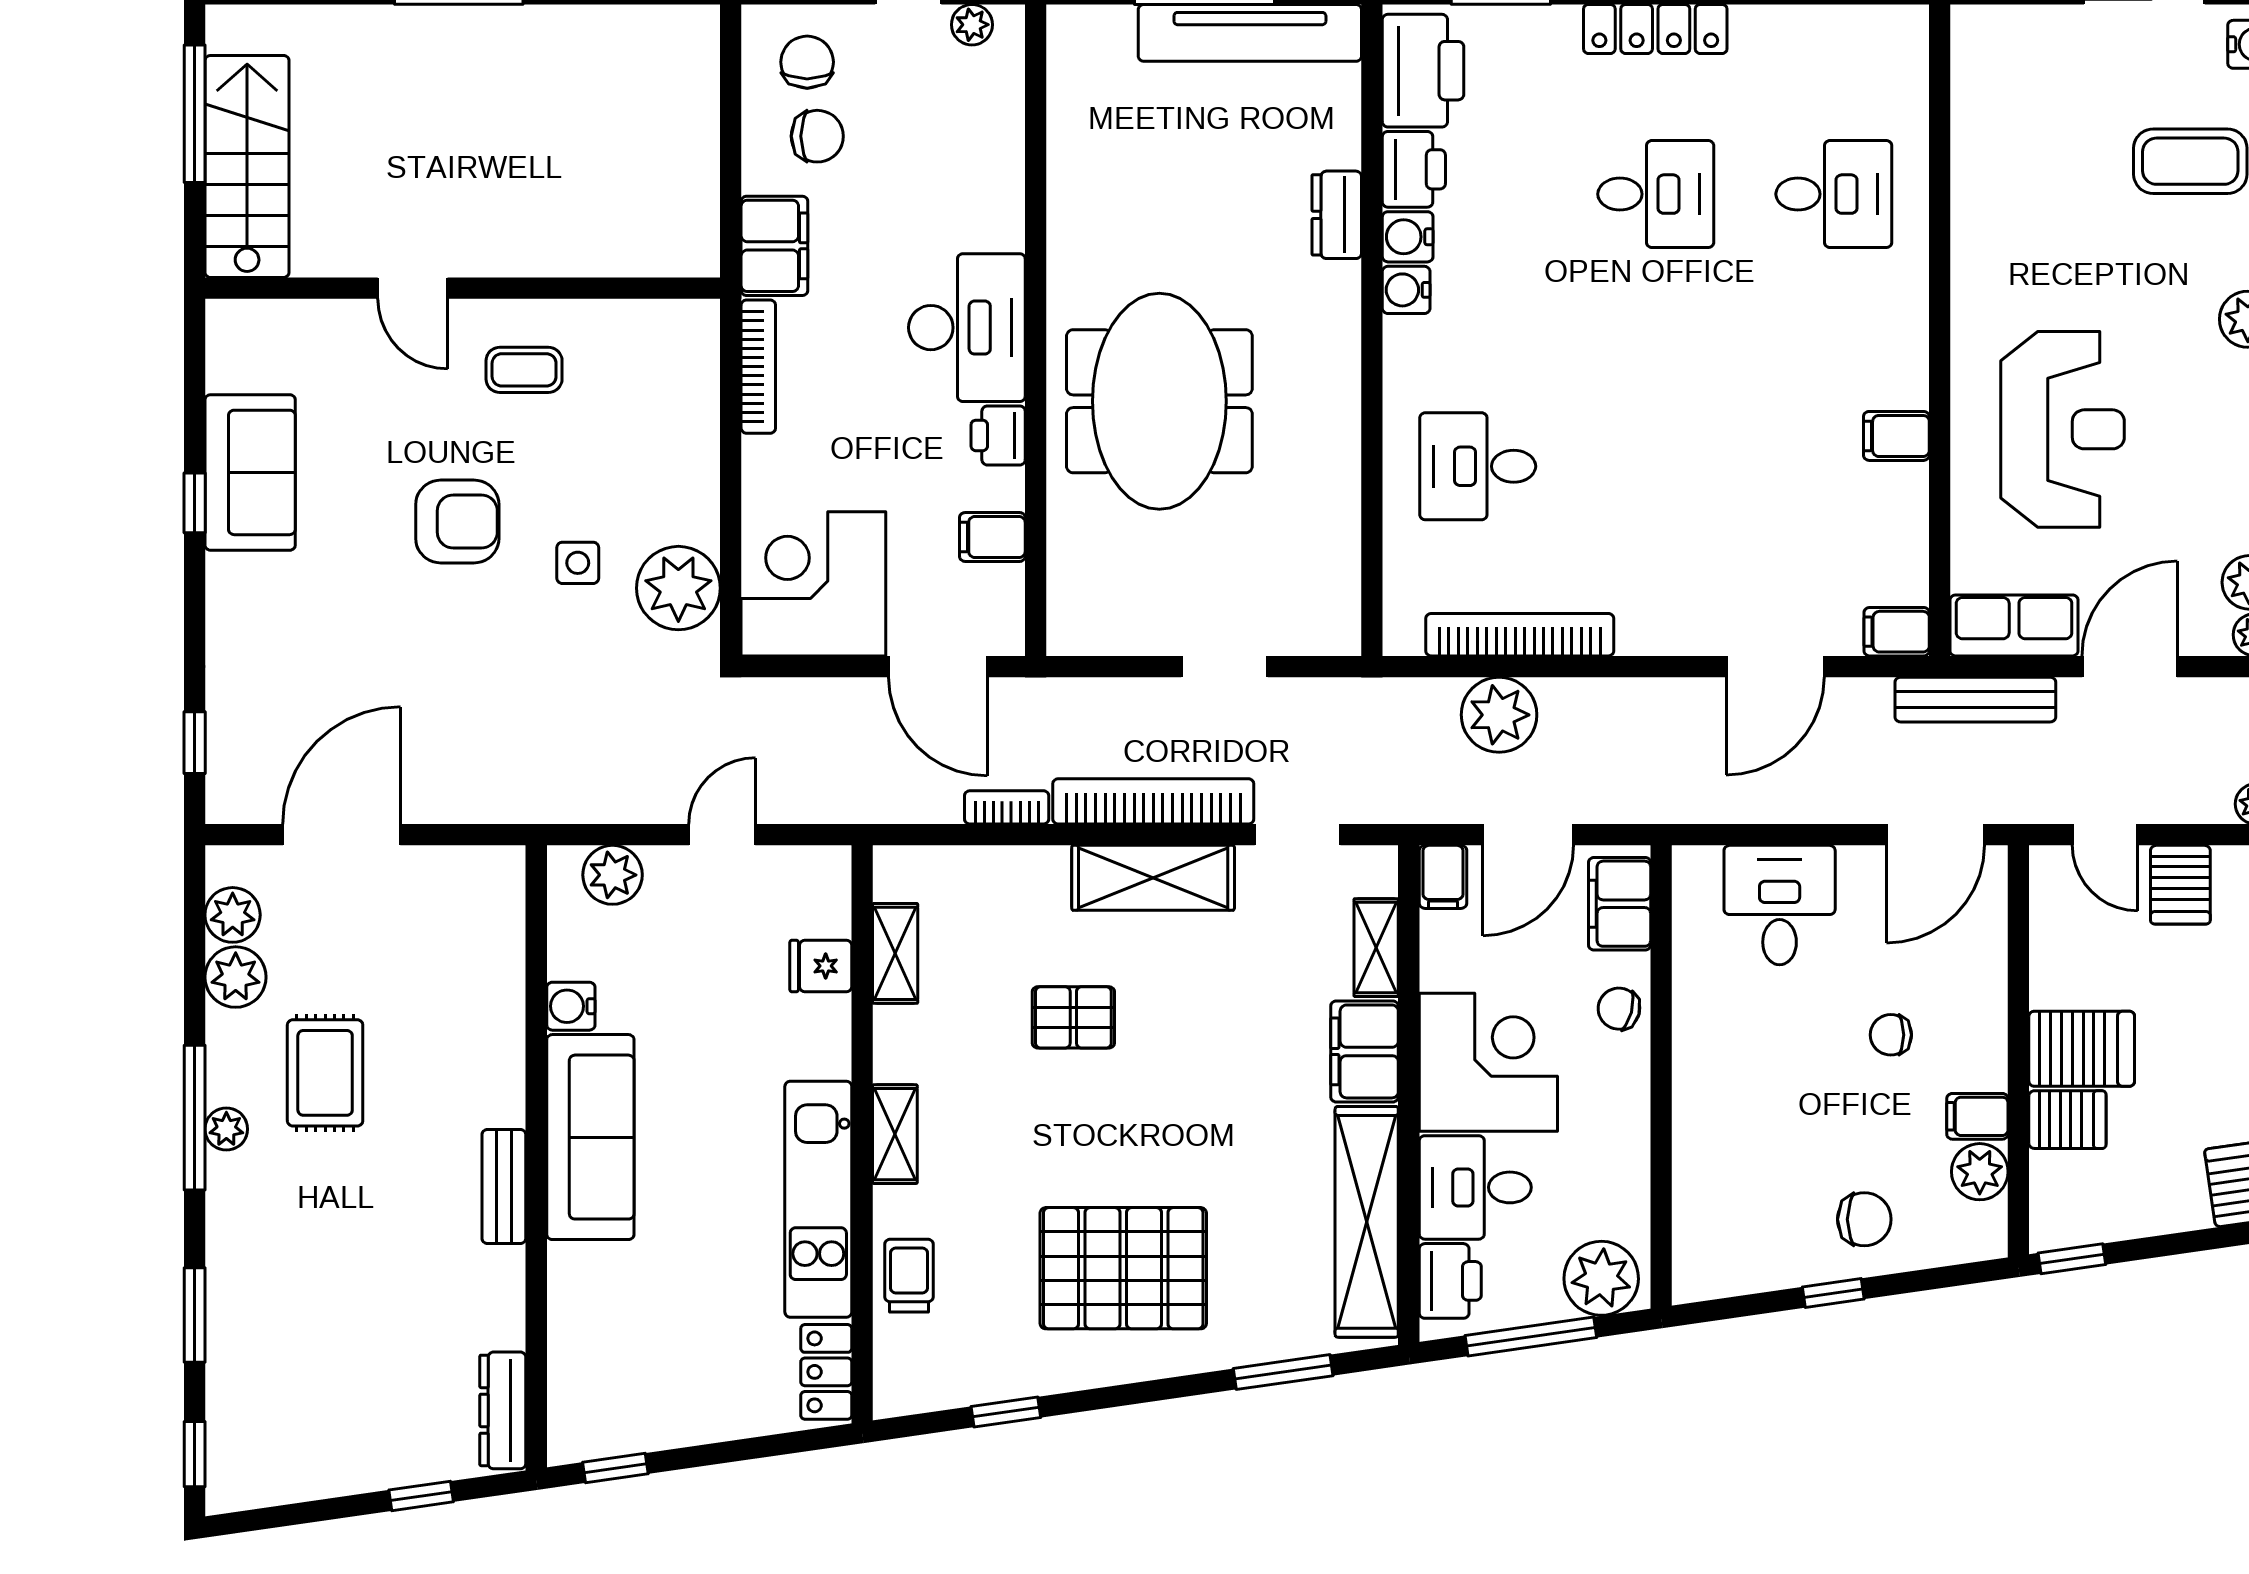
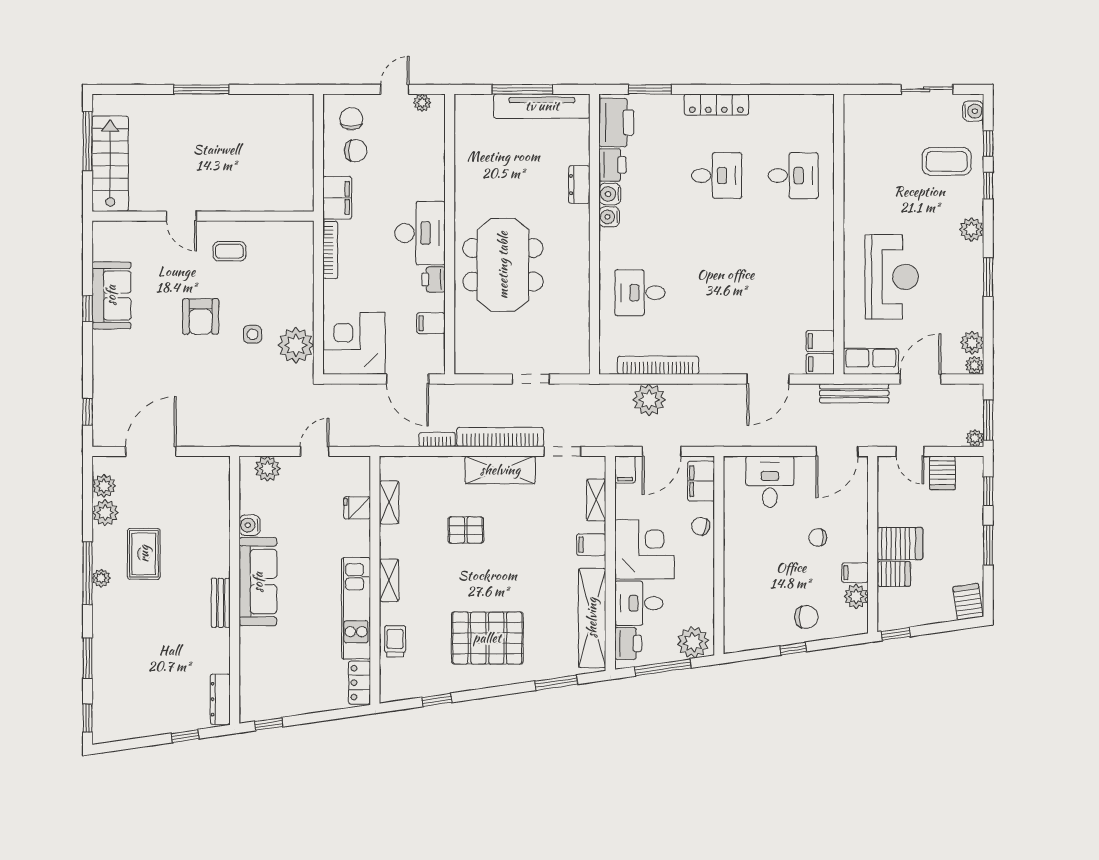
filing cabinet: (1896, 436) -> (820, 341), moved
armchair: (457, 521) -> (201, 317), turned 90
filing cabinet: (1364, 1051) -> (591, 545), width x0.50

